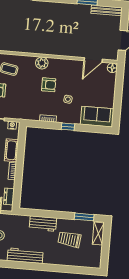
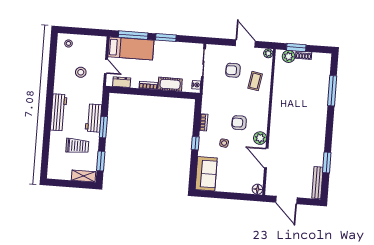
door: (93, 60) -> (266, 158), moved
plant: (42, 63) -> (260, 138), moved
armchair: (49, 85) -> (239, 123), turned 90
window: (52, 214) -> (103, 127), added
trolley: (69, 239) -> (77, 146), turned 83
workbench: (25, 256) -> (59, 112), moved

